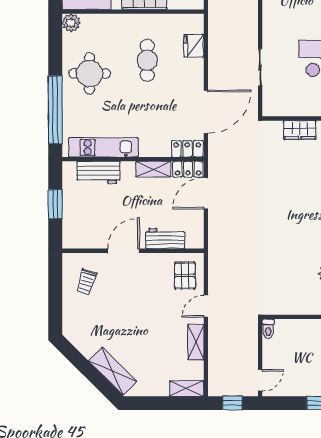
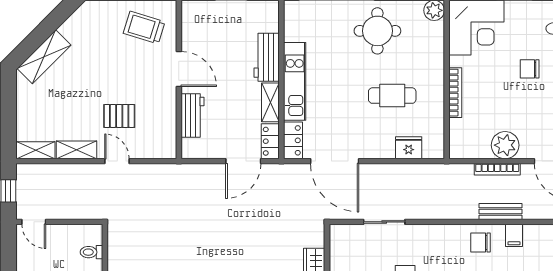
kitchen unit: (104, 147) -> (295, 81), moved
workbench: (98, 172) -> (267, 57), moved
door: (206, 193) -> (243, 161), swing flipped
pallet: (185, 276) -> (119, 116), moved
trolley: (86, 282) -> (144, 28), width x1.36, depth x1.39
toilet: (268, 329) -> (91, 252), moved
shelving: (187, 389) -> (36, 150), moved, turned 90

